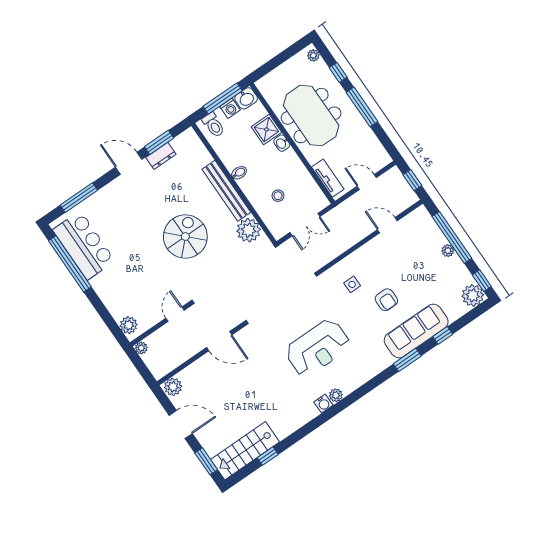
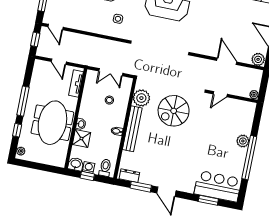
window: (223, 98) -> (87, 176), width x0.46
dresser: (161, 156) -> (129, 176), moved
window: (79, 198) -> (208, 200), width x0.69
double door: (305, 225) -> (111, 72), swing flipped
door: (387, 225) -> (55, 27), moved
spiral stairs: (185, 237) -> (174, 111), moved
bar counter: (84, 245) -> (218, 186), moved, turned 90
window: (70, 264) -> (249, 158), moved
plant: (129, 325) -> (243, 141), moved
door: (219, 341) -> (227, 61), moved

